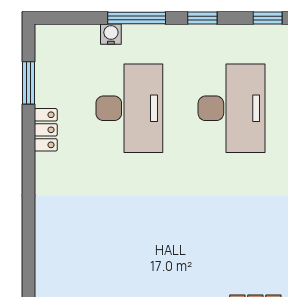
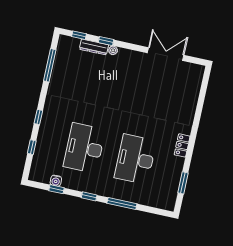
water cooler: (111, 34) -> (56, 181), moved
locker: (46, 130) -> (182, 145), moved

